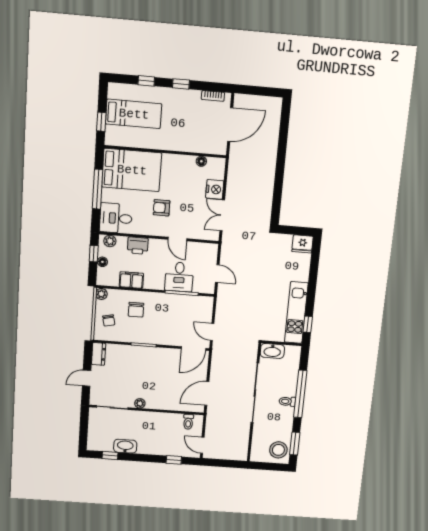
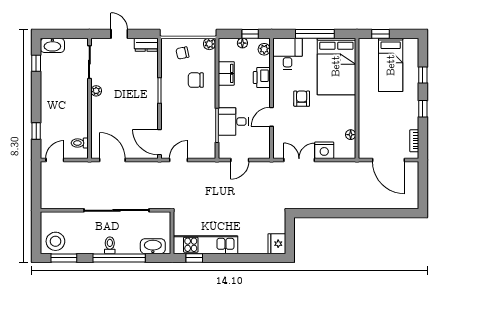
washbasin: (272, 351) -> (153, 246), moved, turned 90
washbasin: (125, 446) -> (52, 45), moved, turned 90

